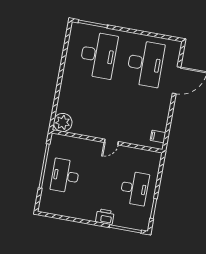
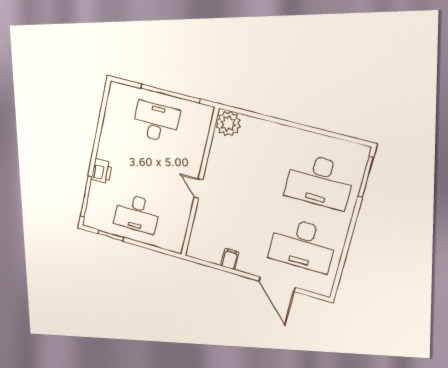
filing cabinet: (158, 136) -> (230, 259), moved

